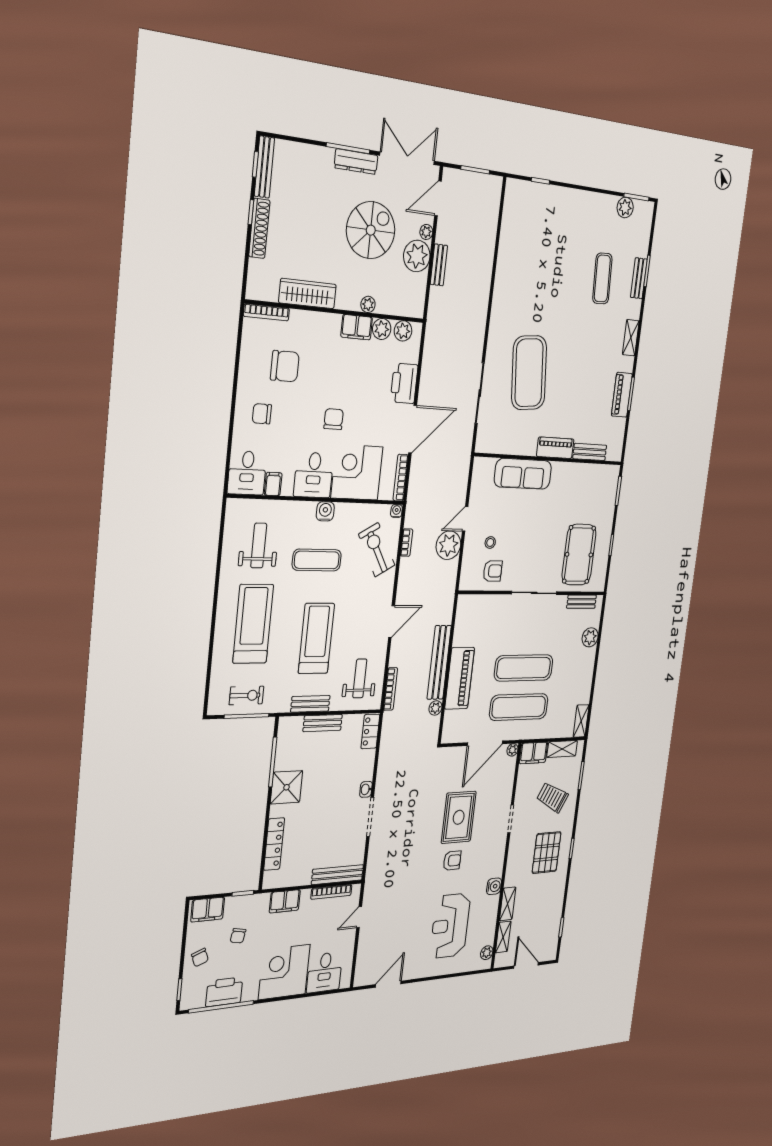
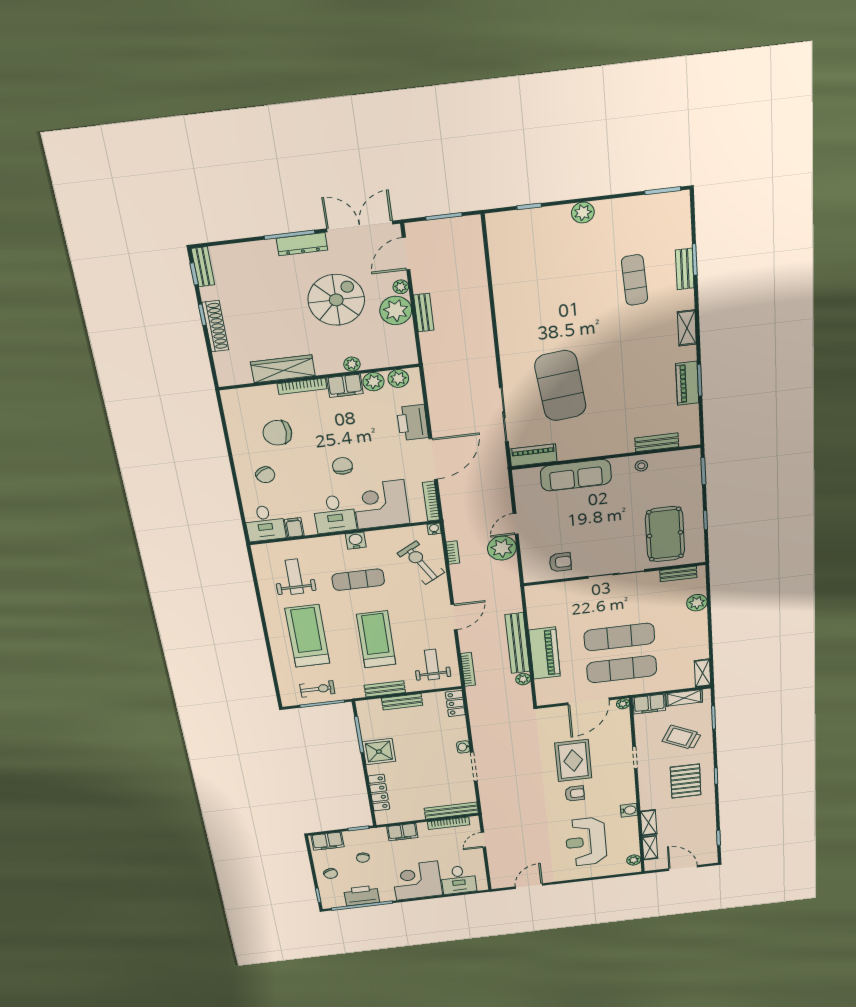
bench: (264, 167) -> (203, 267), width x0.73
plant: (625, 207) -> (583, 213), moved
bookcase: (266, 312) -> (302, 386), moved
chair: (285, 366) -> (277, 433), turned 180
chair: (262, 414) -> (265, 475), turned -119
piano: (555, 448) -> (533, 455), moved
stool: (490, 542) -> (641, 466), moved

